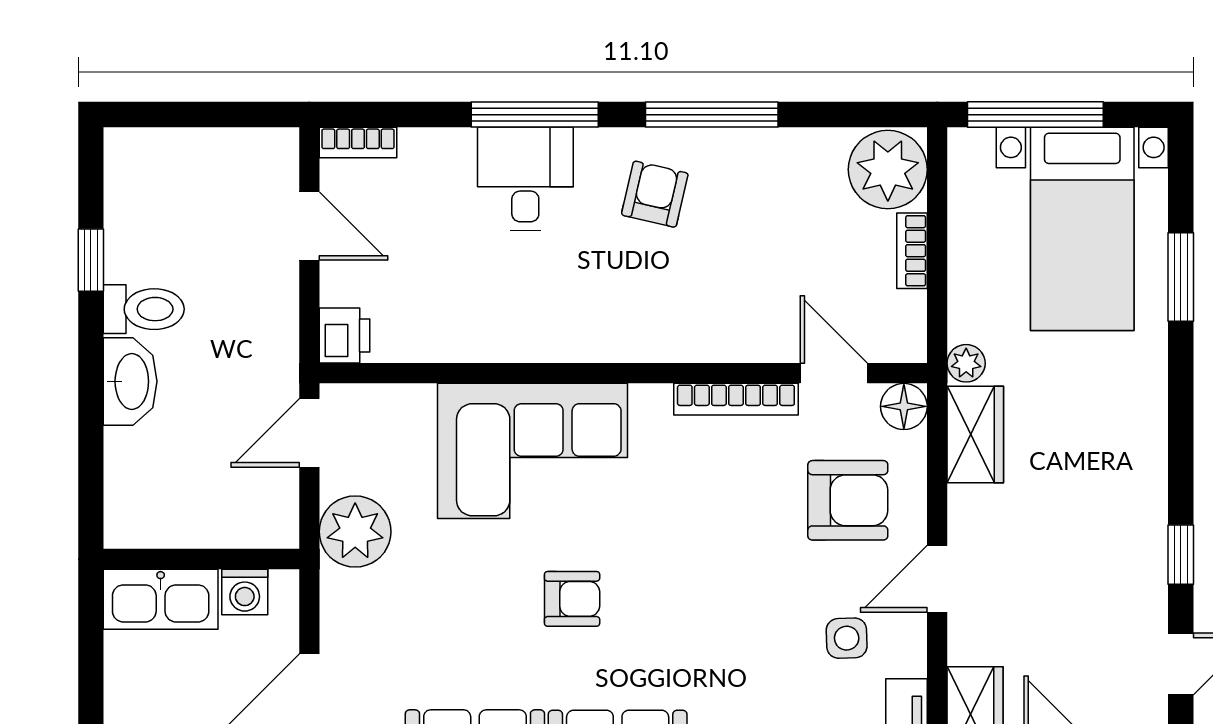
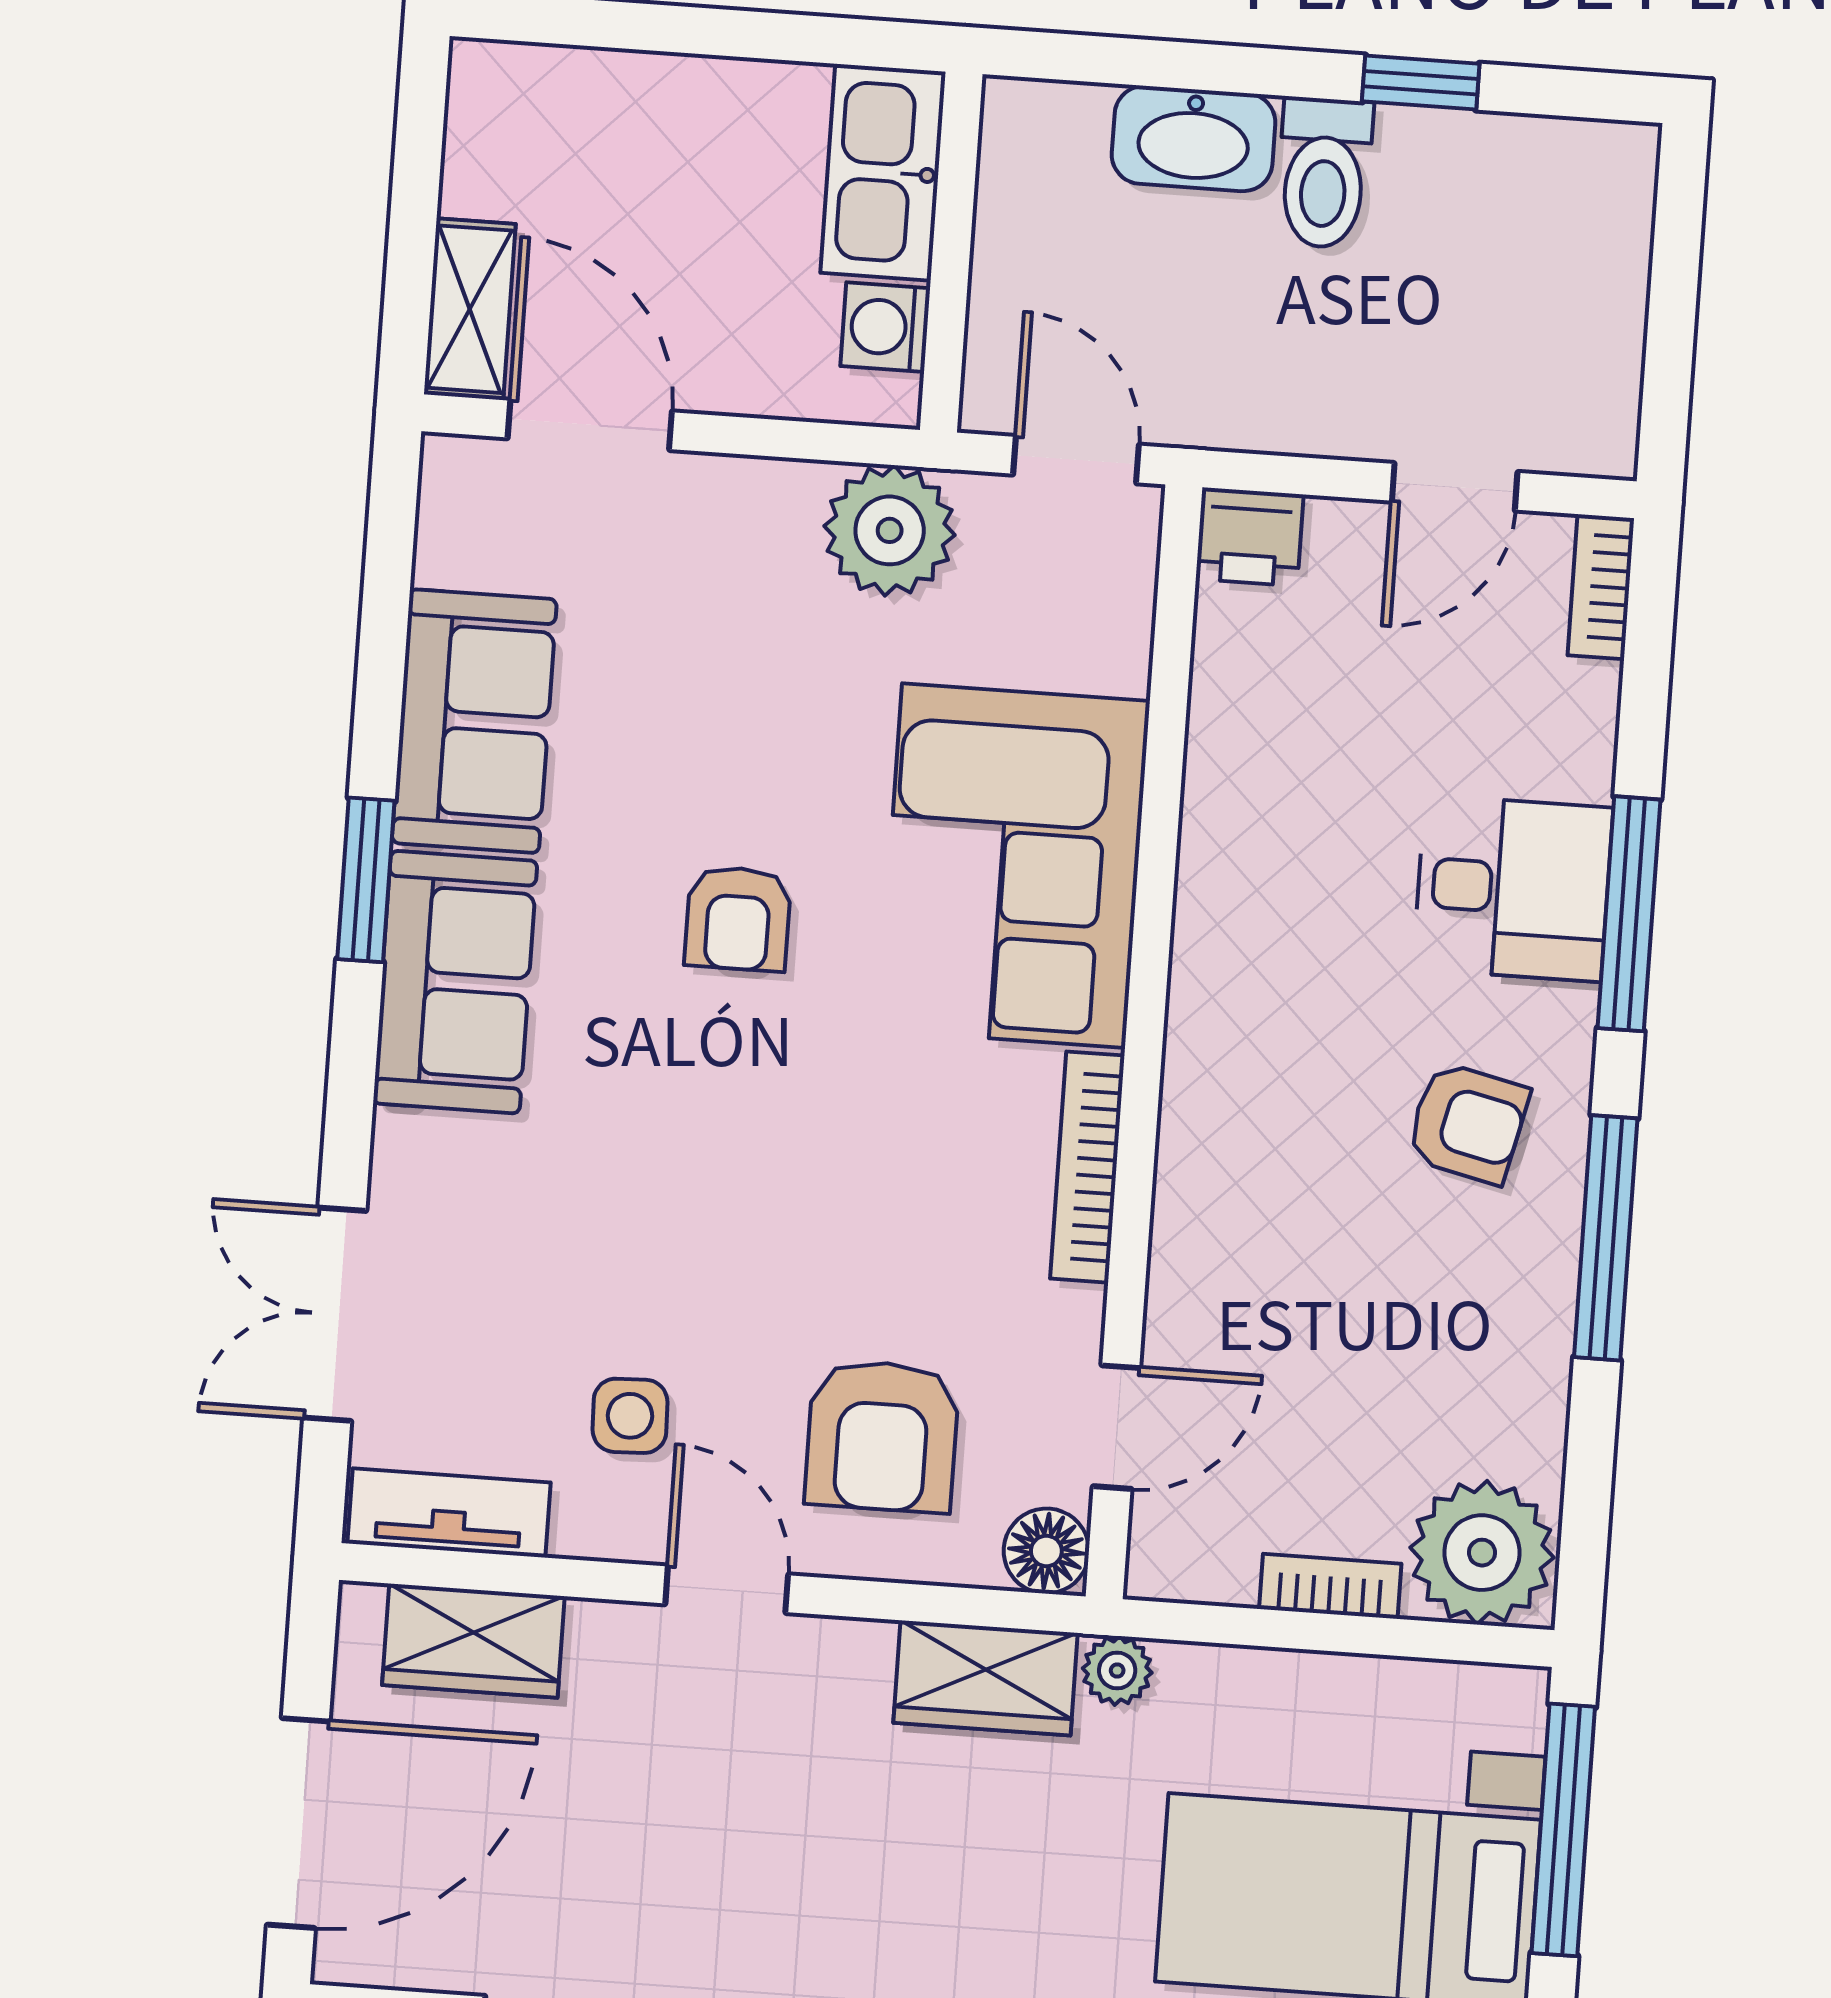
bookcase: (736, 399) -> (1087, 1167), moved
wall: (201, 559) -> (951, 252), moved
washing machine: (245, 592) -> (885, 327), moved
kitchen sink: (161, 599) -> (883, 172), moved

